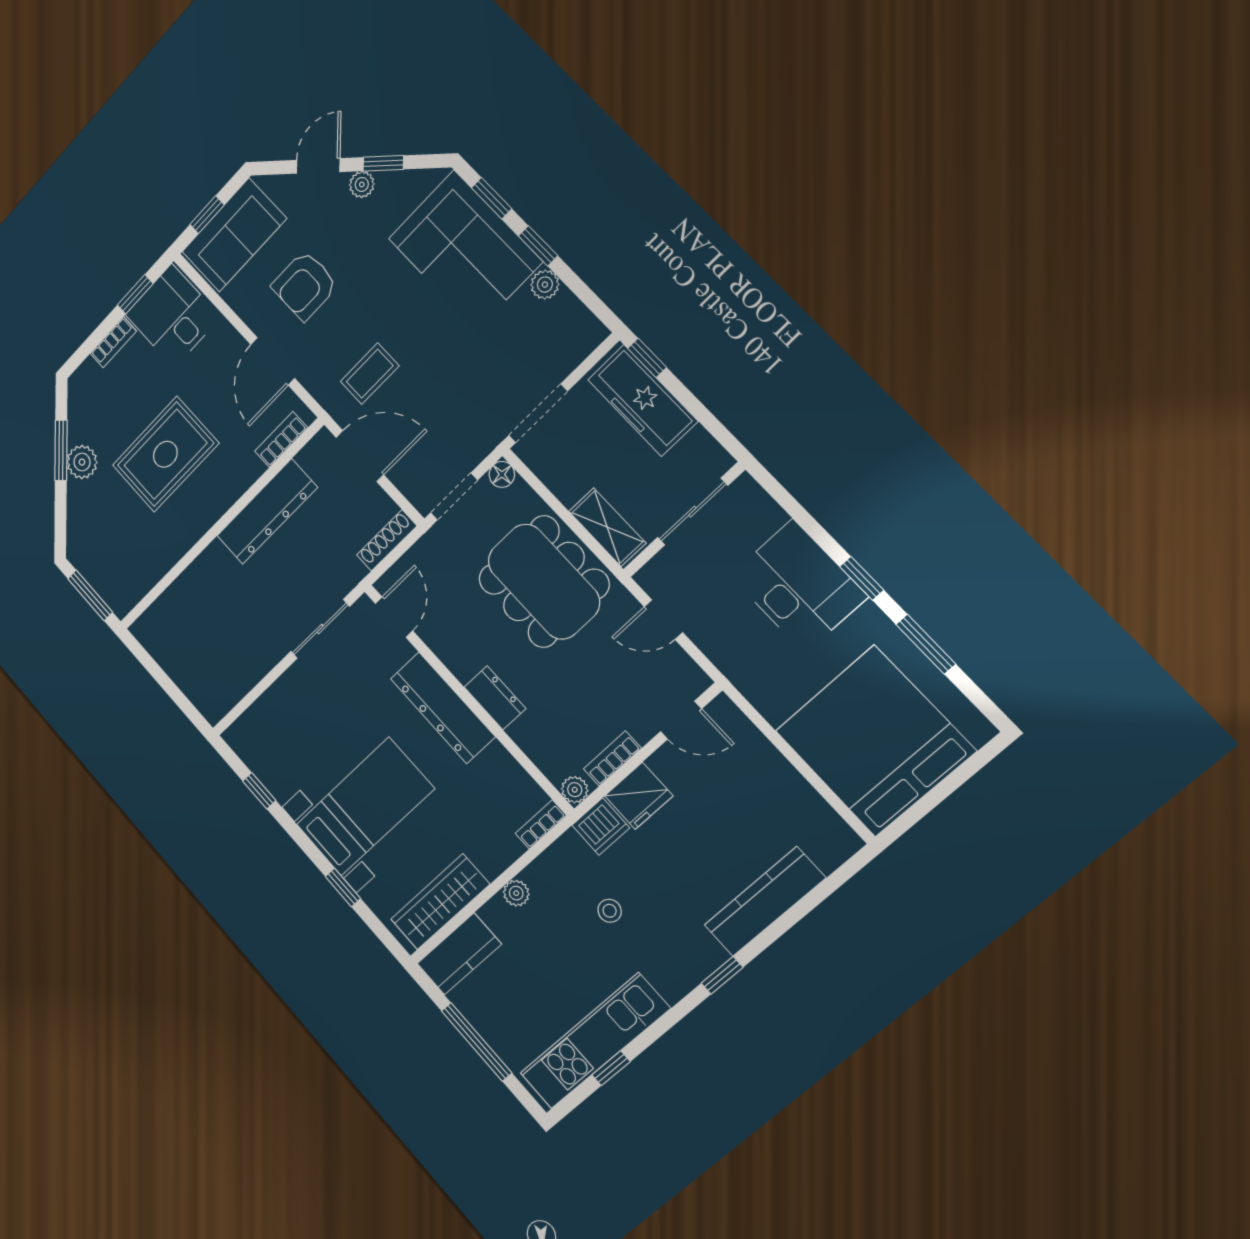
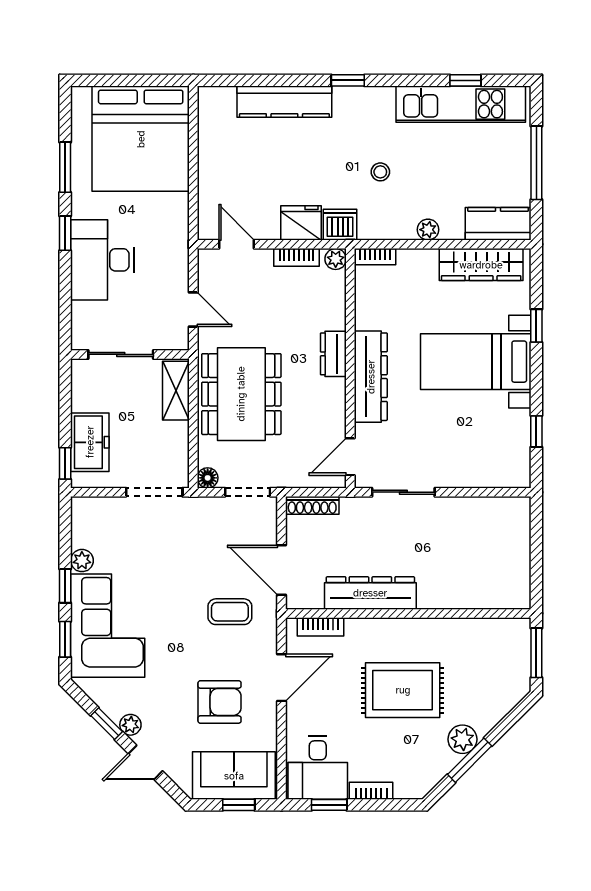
freezer: (643, 400) -> (90, 442), width x0.71

